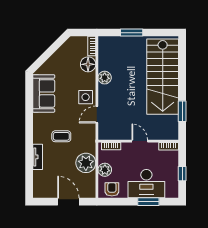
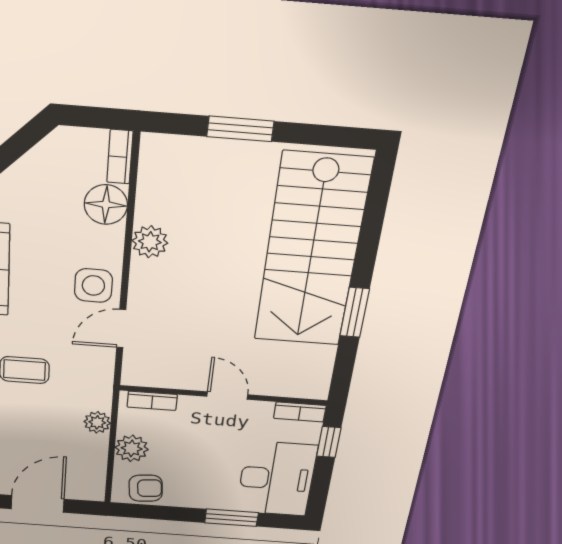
window: (182, 111) -> (355, 312), moved
plant: (86, 163) -> (97, 422), width x0.53, depth x0.53
window: (182, 174) -> (329, 442), moved
desk: (146, 184) -> (276, 479), moved, turned -90
armchair: (112, 189) -> (146, 488), turned 85
door: (68, 202) -> (38, 504), hinge flipped

